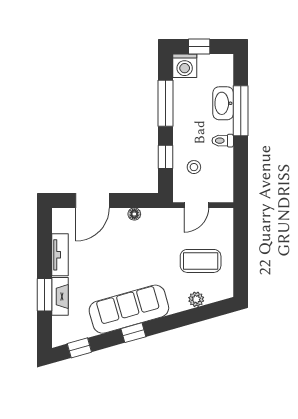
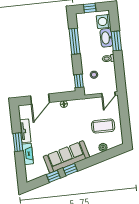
washing machine: (185, 66) -> (104, 21), moved, turned 90
window: (241, 111) -> (116, 41), width x0.69
window: (165, 157) -> (79, 81), moved
door: (196, 205) -> (108, 94), moved
window: (45, 295) -> (18, 142), moved
window: (79, 348) -> (53, 176), moved

